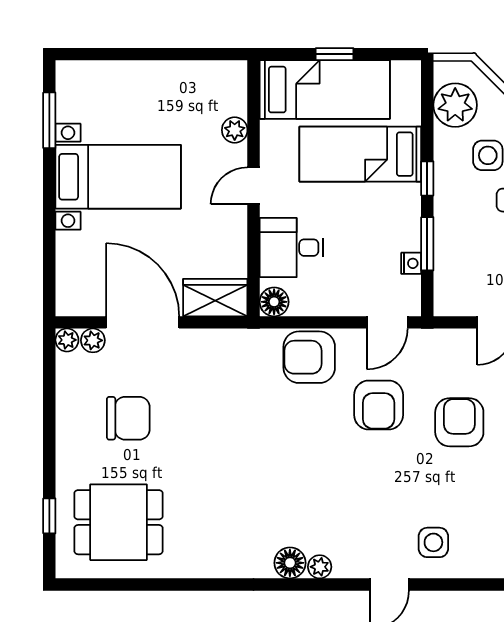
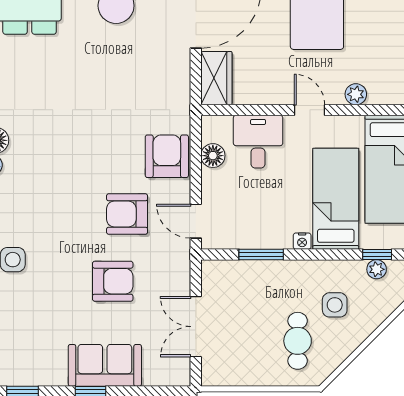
plant: (455, 105) -> (377, 269), width x0.53, depth x0.53
window: (427, 178) -> (377, 255), moved
nightstand: (411, 263) -> (302, 241), moved
floor lamp: (274, 302) -> (213, 156), moved

